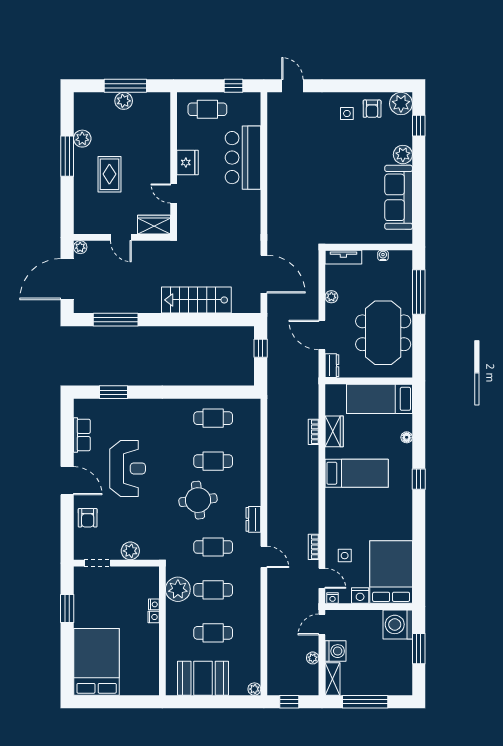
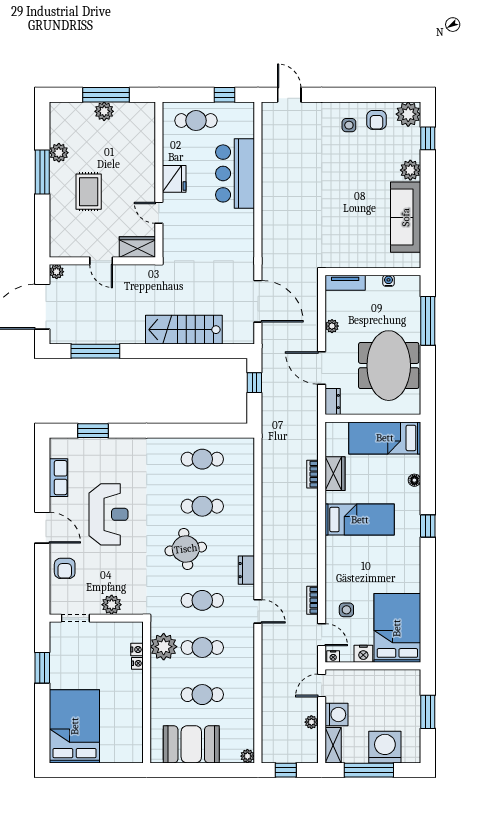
nightstand: (154, 617) -> (137, 650), moved
washing machine: (398, 624) -> (385, 747), moved, turned 90

